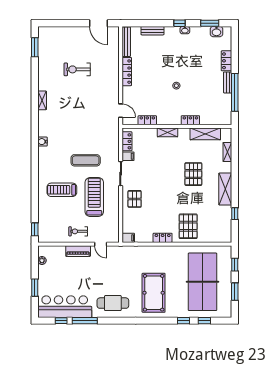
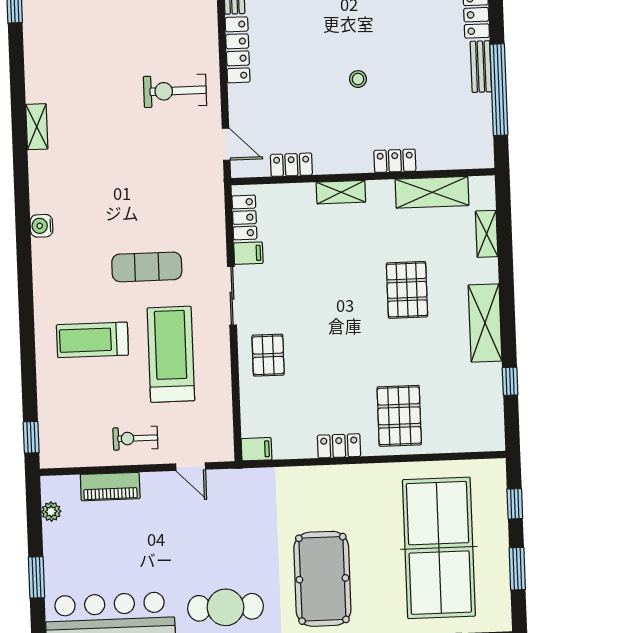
exercise bike: (77, 69) -> (175, 91), moved
piano: (78, 251) -> (110, 487), moved

